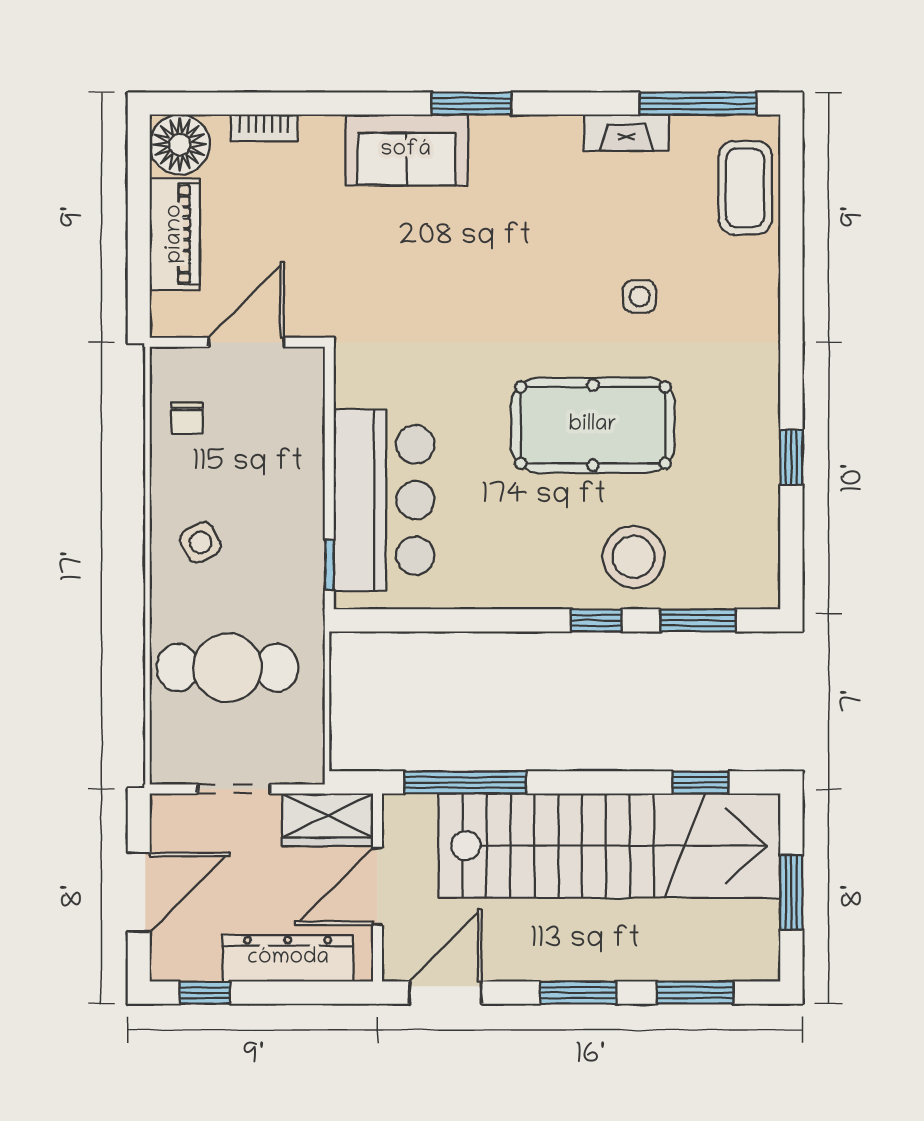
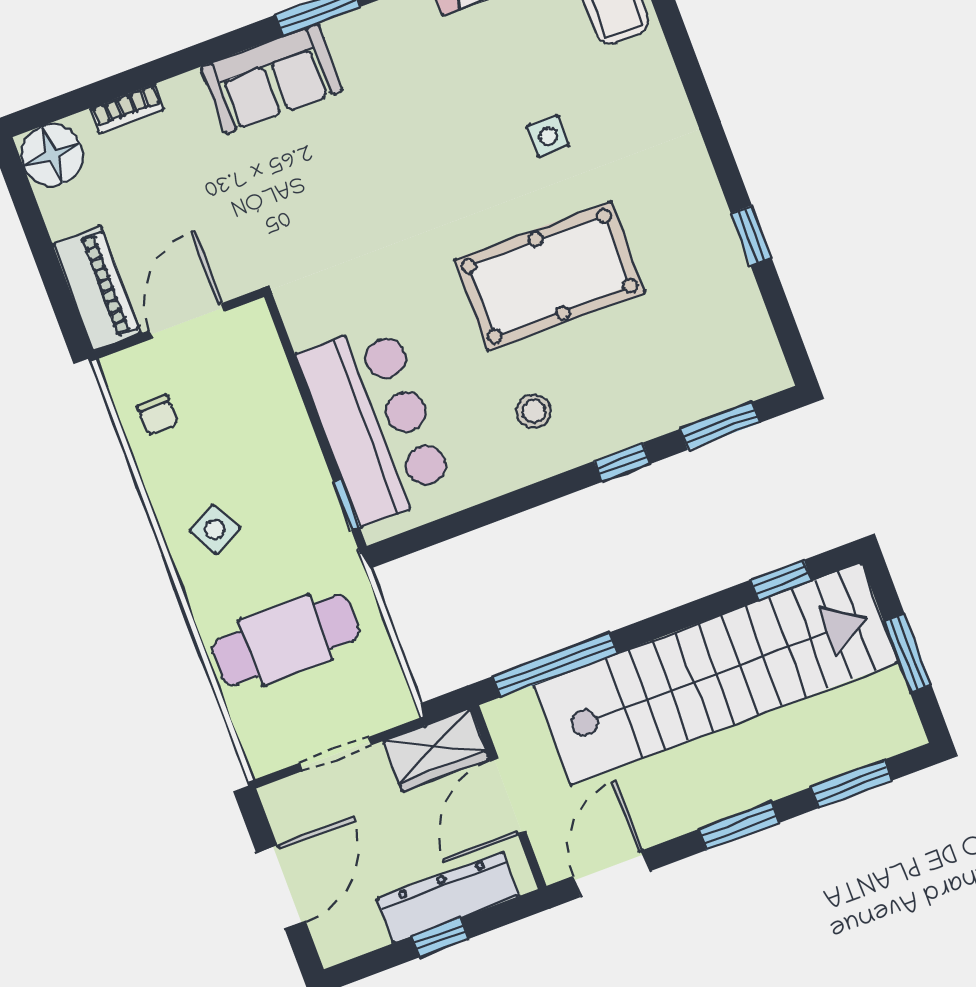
piano: (175, 234) -> (97, 289), moved
stool: (634, 557) -> (534, 411), moved, width x0.53, depth x0.53
window: (205, 993) -> (440, 938), moved

